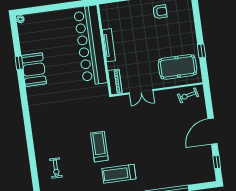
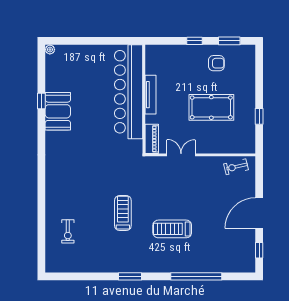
pool table: (178, 67) -> (211, 107), moved
double door: (141, 92) -> (181, 155), swing flipped
treadmill: (119, 174) -> (172, 229), moved

